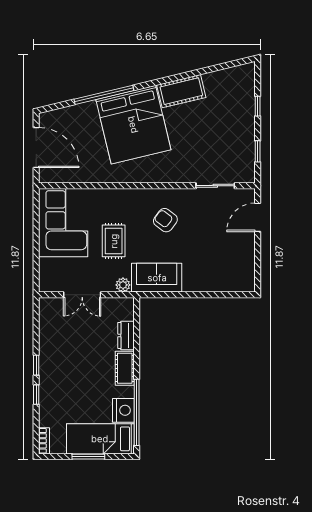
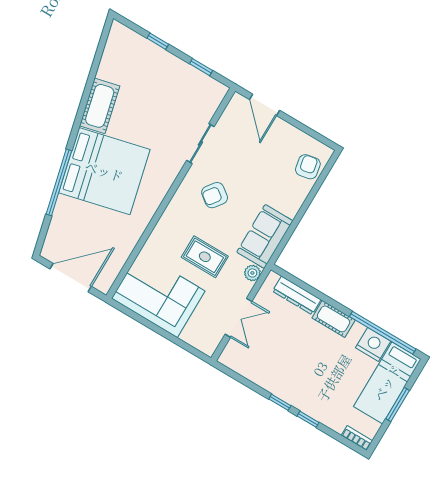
sliding door: (215, 186) -> (200, 144), moved
armchair: (230, 279) -> (308, 167), added
dresser: (126, 335) -> (297, 295), width x1.44

